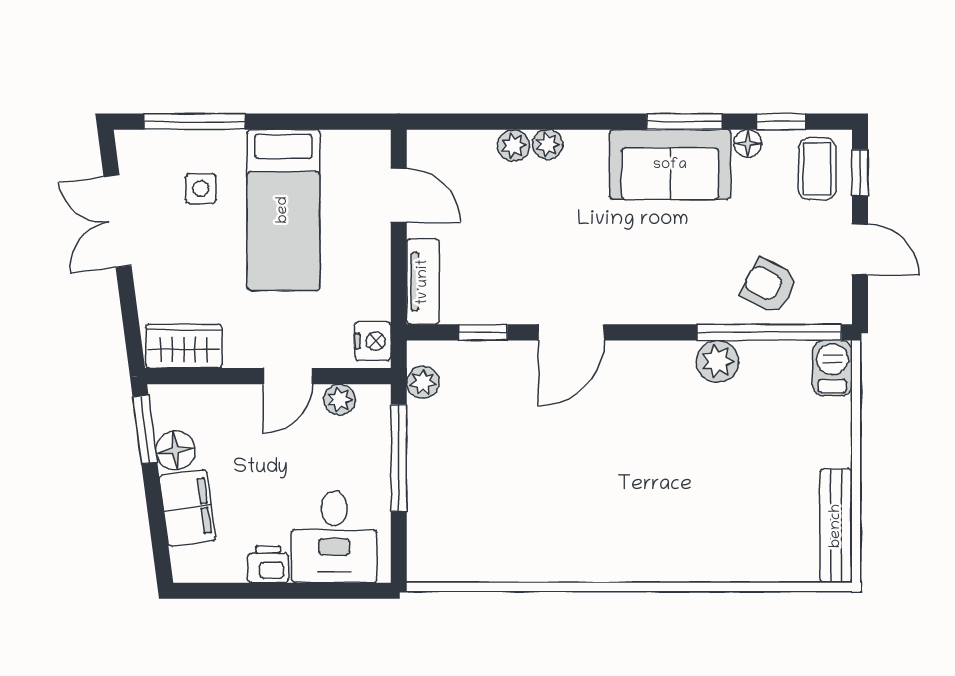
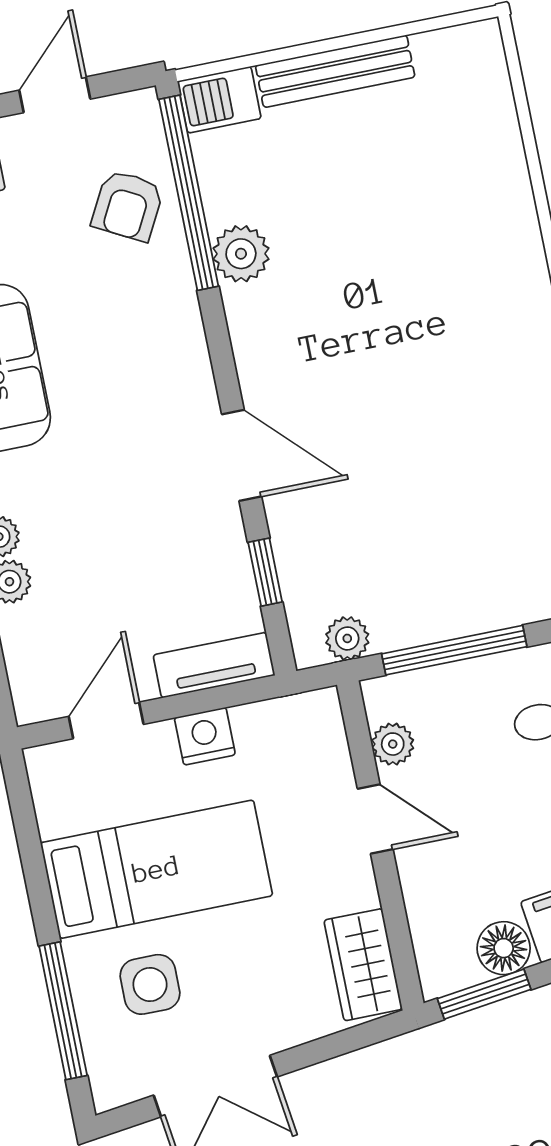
side table: (201, 188) -> (150, 984), width x1.37, depth x1.37
nightstand: (373, 341) -> (205, 736), moved
bench: (836, 526) -> (335, 71), moved

